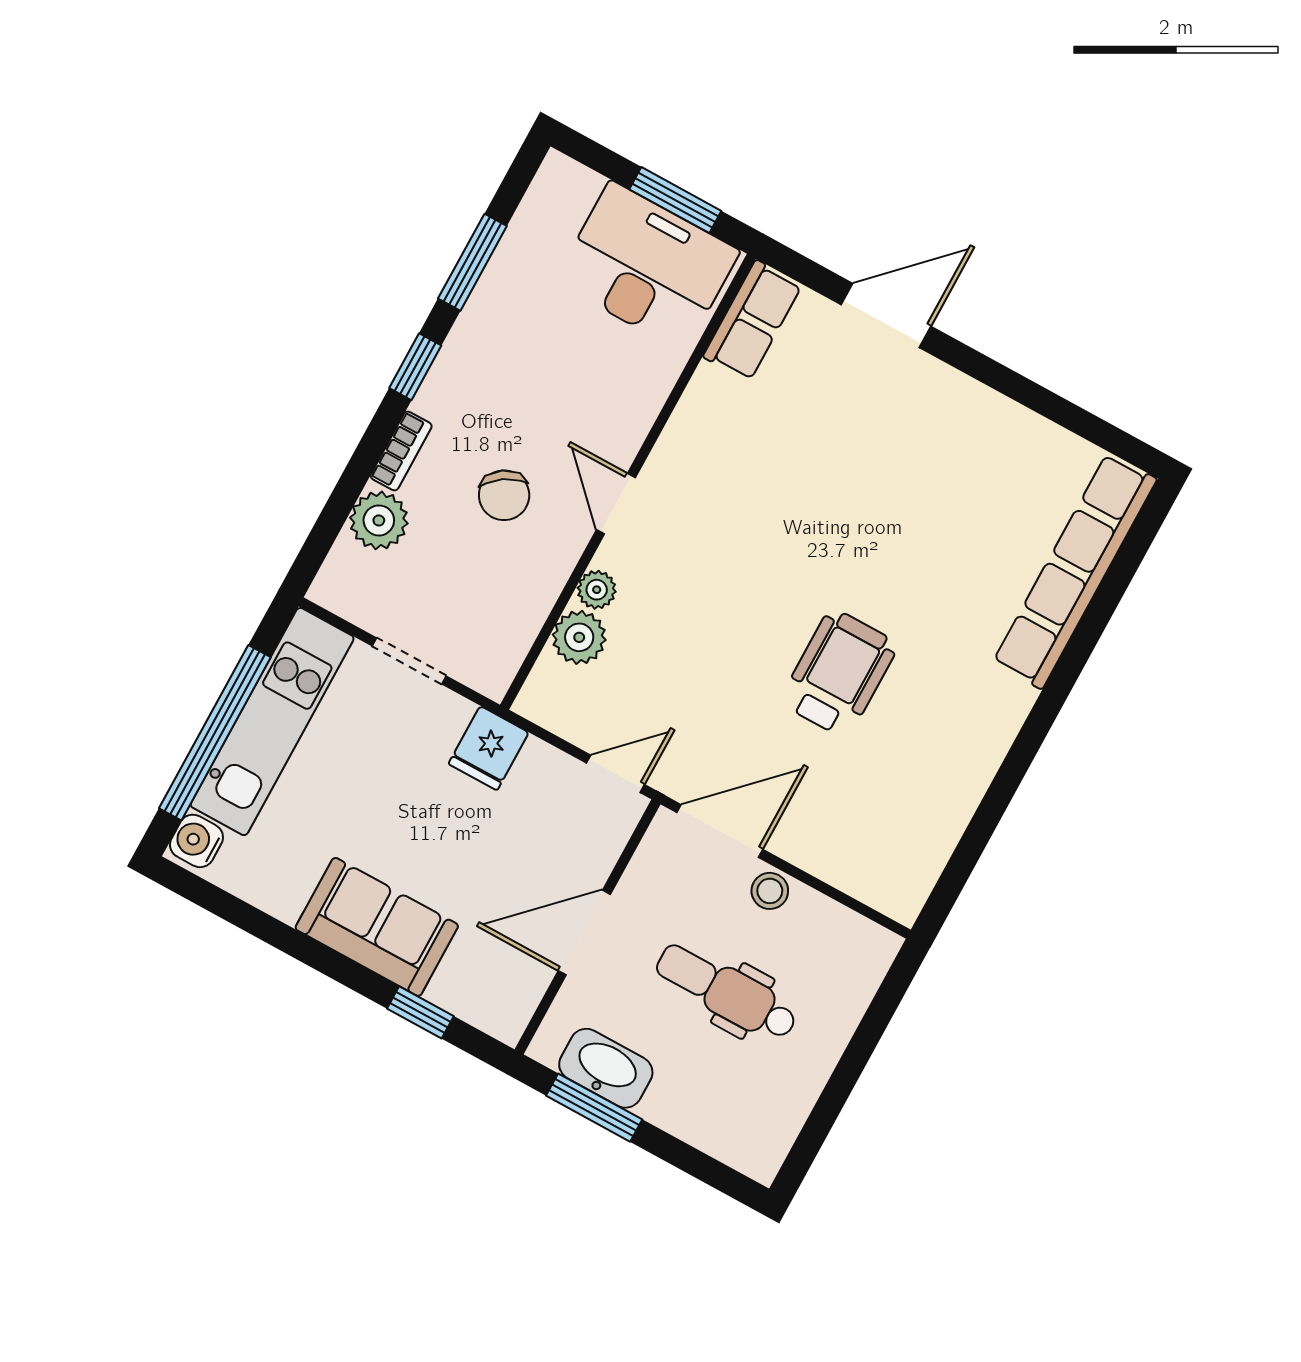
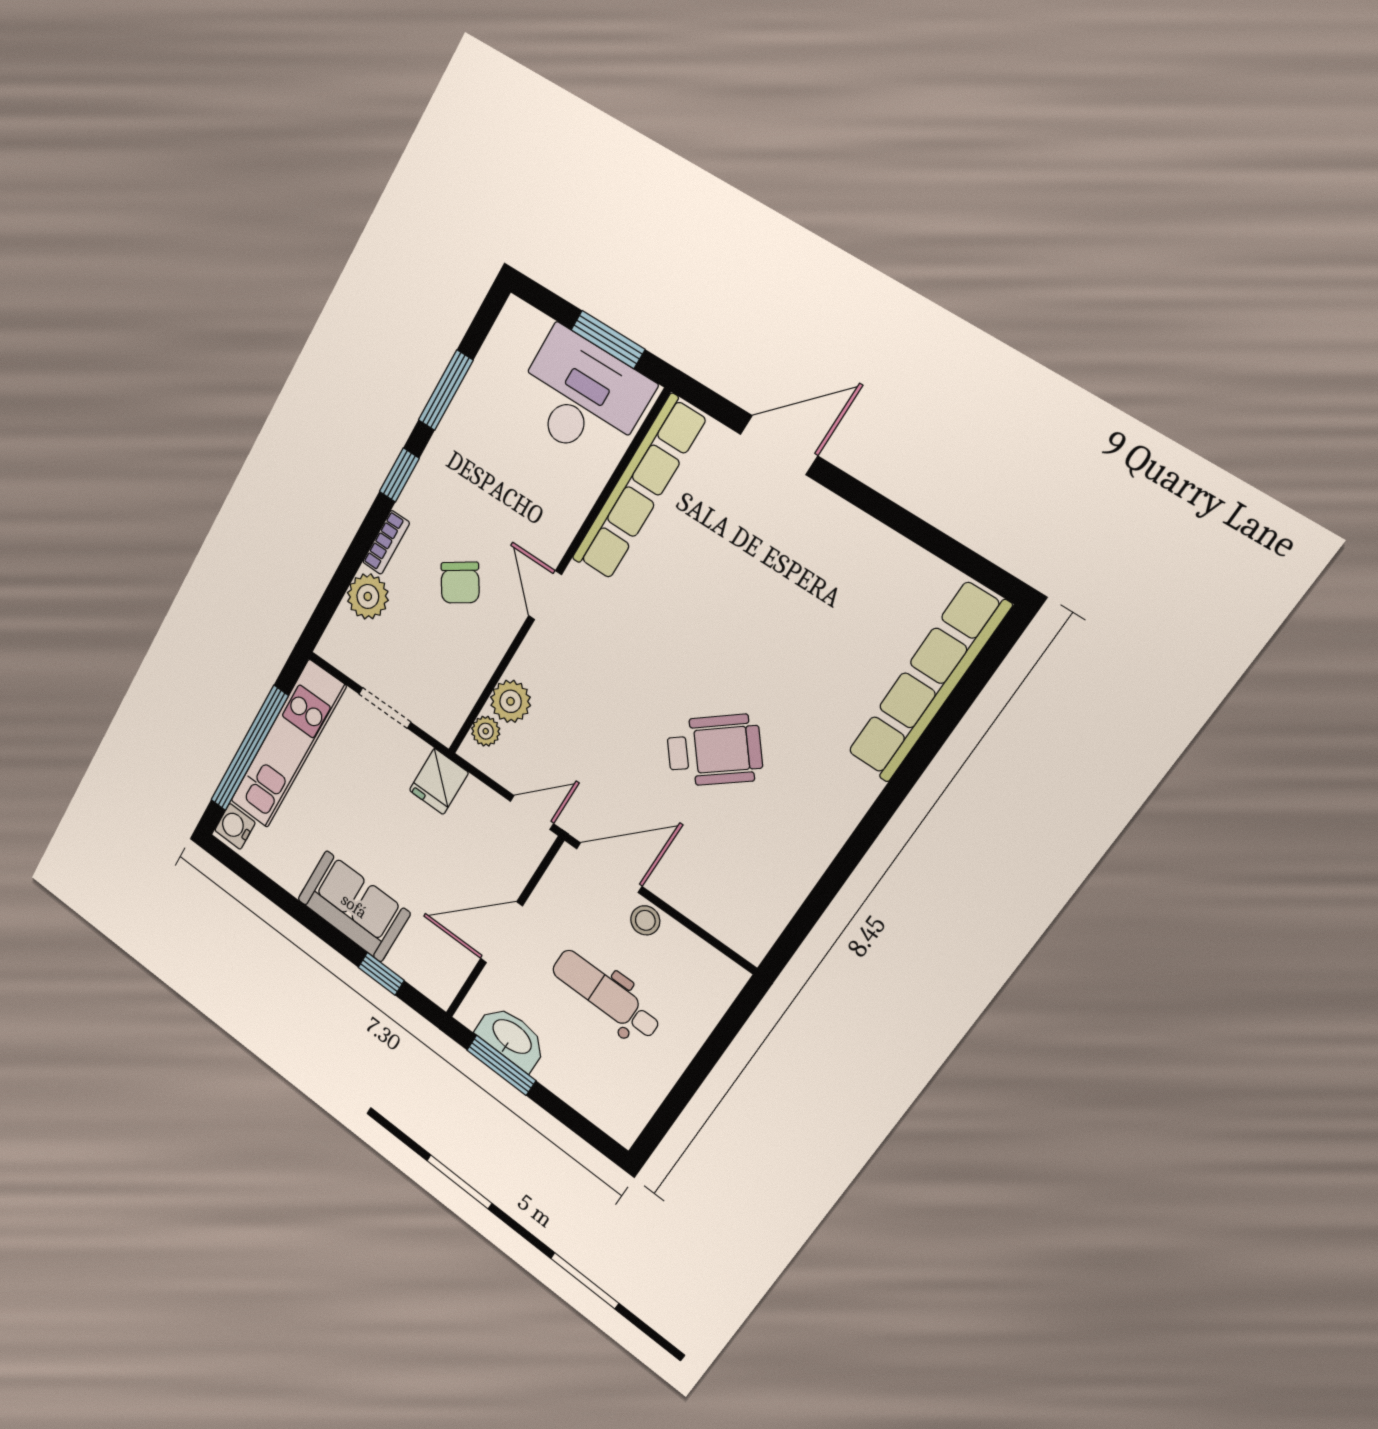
row of seats: (752, 321) -> (639, 488), width x2.02
plant: (597, 590) -> (486, 731), moved
wheelchair: (839, 673) -> (714, 750), turned 51

